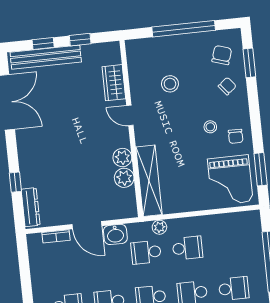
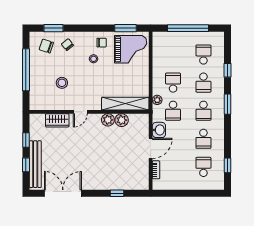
dresser: (31, 207) -> (135, 185), removed

